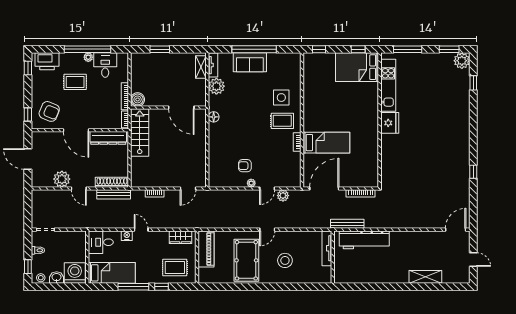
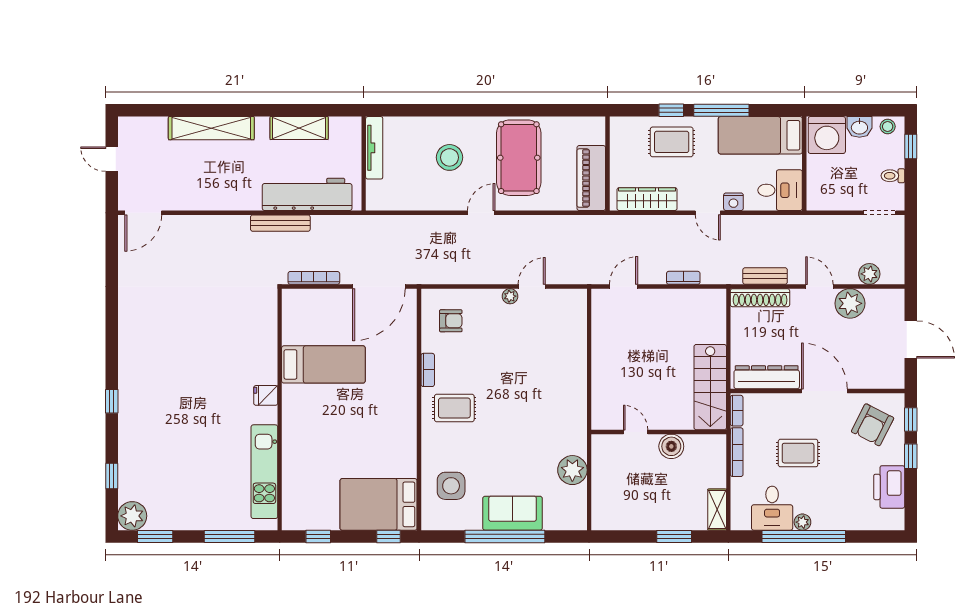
printer: (47, 61) -> (889, 487), moved, turned -90
tv unit: (213, 65) -> (579, 508), removed
shelving: (201, 67) -> (717, 510), moved
bed: (357, 67) -> (379, 504), moved, turned 180
window: (28, 68) -> (911, 456), moved
rug: (75, 82) -> (798, 453), moved
side table: (281, 98) -> (451, 486), moved
boiler: (138, 99) -> (671, 446), moved
door: (181, 107) -> (636, 432), width x0.53
armchair: (49, 111) -> (873, 425), turned -85
floor lamp: (214, 117) -> (577, 415), removed
fridge: (390, 123) -> (266, 395), width x0.53, depth x0.75
bed: (326, 143) -> (323, 364), moved, turned 180
armchair: (245, 166) -> (451, 321), moved
window: (473, 172) -> (112, 401), moved
door: (267, 189) -> (532, 286), moved
bench: (114, 194) -> (765, 276), width x0.73
plant: (283, 196) -> (869, 274), moved
bench: (347, 224) -> (280, 223), moved
wardrobe: (180, 237) -> (647, 199), width x1.50
tv unit: (327, 248) -> (374, 148), moved
rug: (175, 267) -> (672, 142), moved
shelving: (369, 277) -> (299, 128), added
shelving: (425, 277) -> (211, 128), width x1.47

